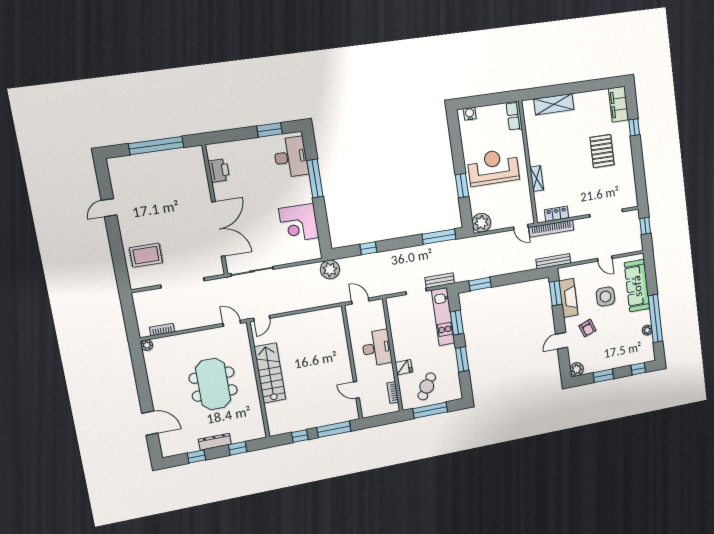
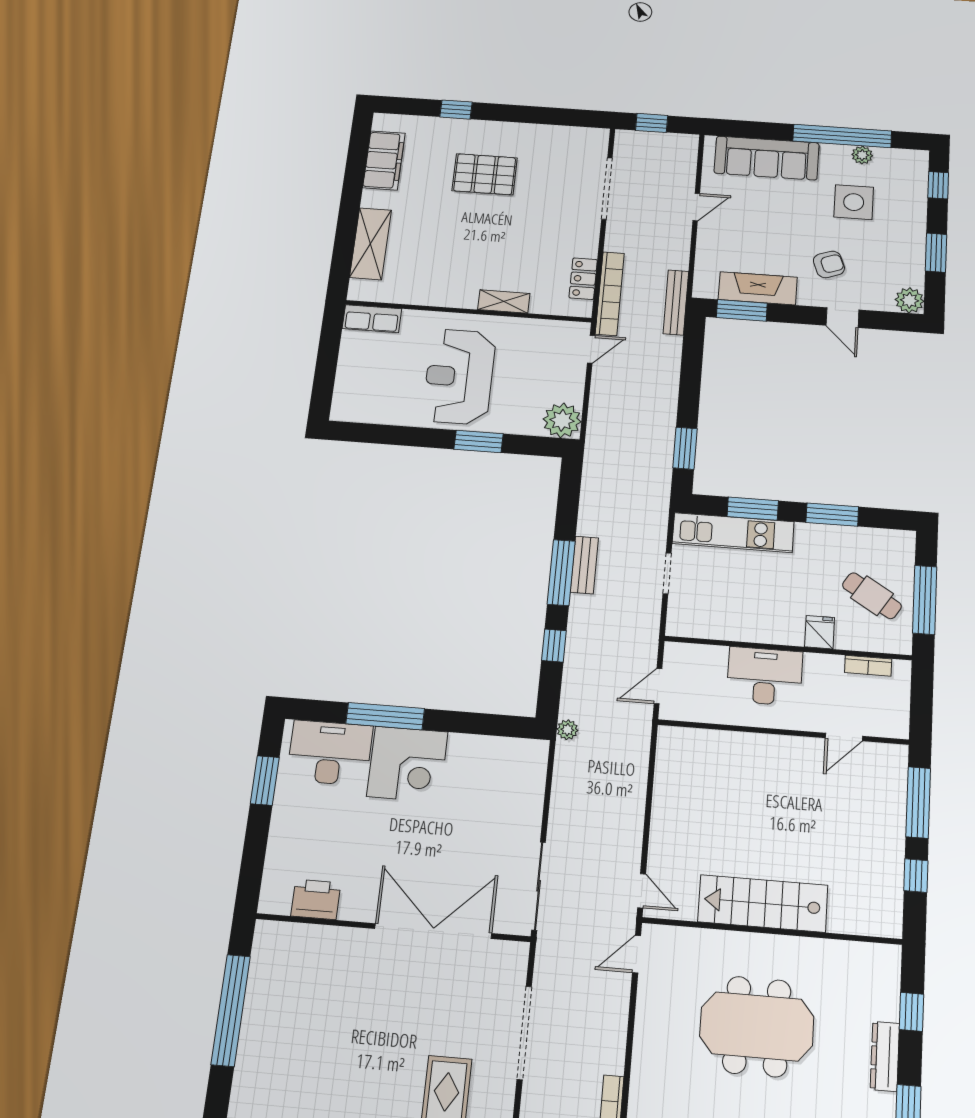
filing cabinet: (619, 104) -> (384, 160), moved, turned -90
water cooler: (470, 114) -> (344, 399), removed
corner desk: (299, 223) -> (407, 764), moved
window: (439, 237) -> (561, 573), moved
plant: (330, 269) -> (567, 730), width x0.53, depth x0.53
bench: (440, 280) -> (584, 565), moved
side table: (605, 297) -> (854, 202), moved

